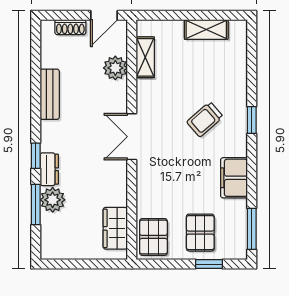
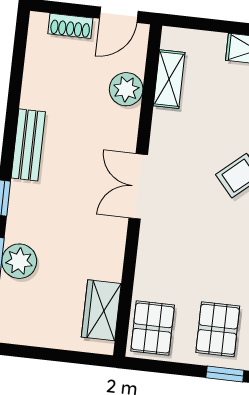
bench: (50, 94) -> (28, 145), moved
dresser: (49, 169) -> (19, 219), removed

